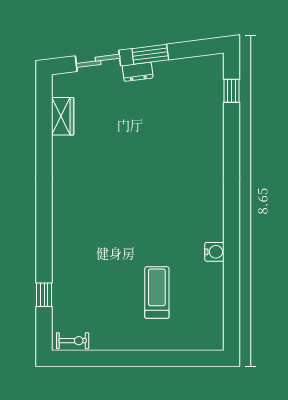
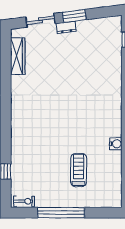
wardrobe: (63, 116) -> (18, 56), width x1.50
window: (130, 358) -> (61, 213), added

